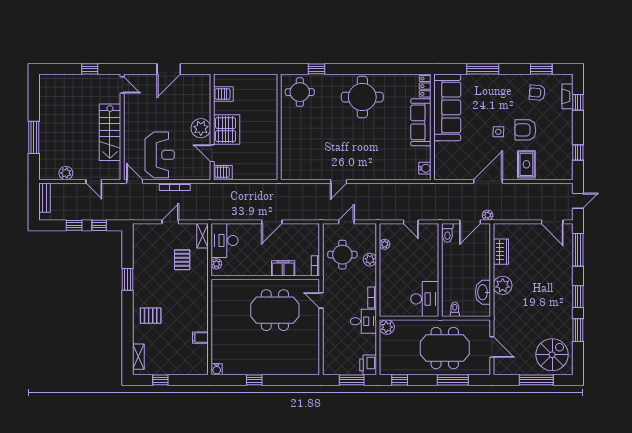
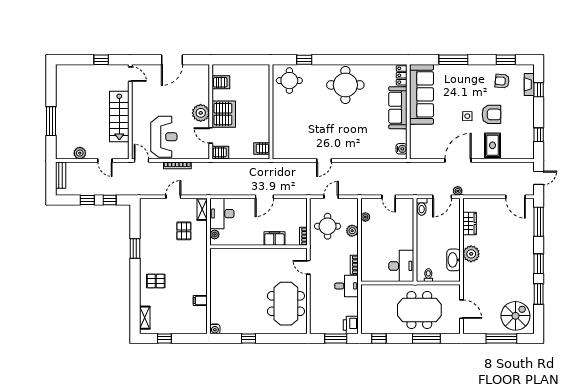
armchair: (525, 130) -> (491, 114), turned 180
server rack: (269, 168) -> (262, 148), added
meeting table: (275, 310) -> (286, 304), moved, turned 90
plant: (387, 327) -> (367, 291), removed

